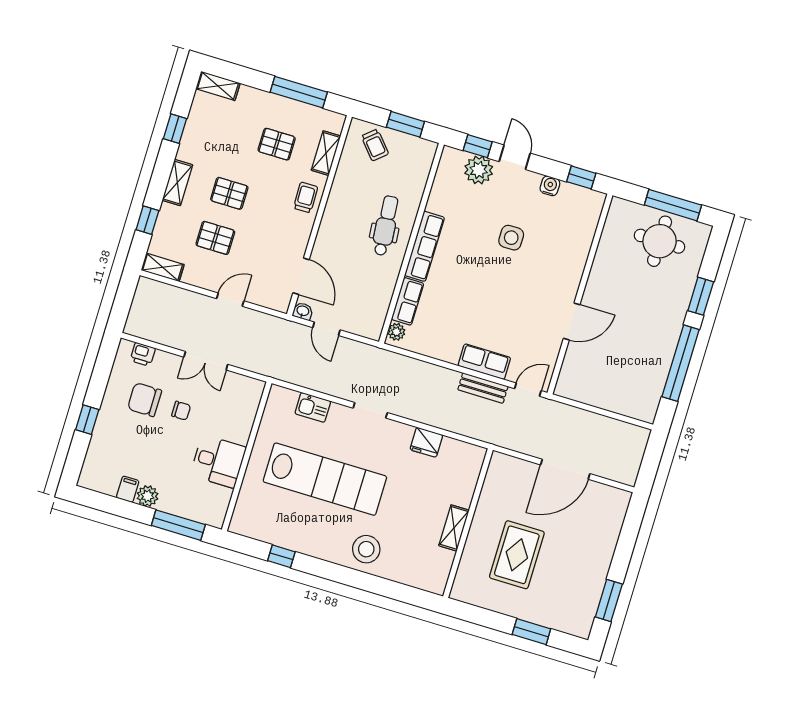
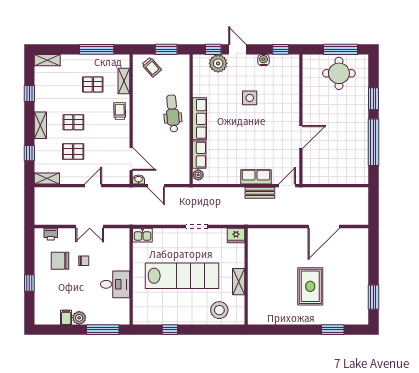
kitchen sink: (313, 407) -> (142, 235), moved
wall: (468, 523) -> (246, 276), moved
shelving: (454, 528) -> (239, 282), moved

